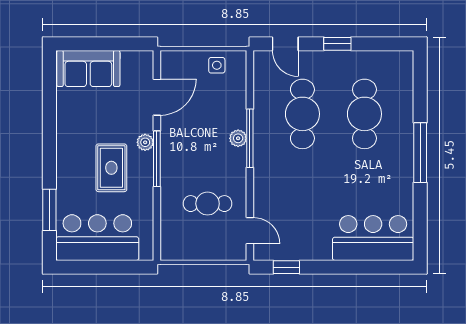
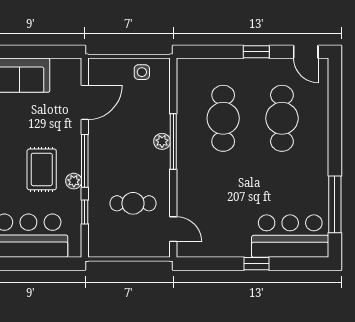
door: (285, 44) -> (306, 52), moved
plant: (145, 142) -> (74, 181), moved
window: (420, 153) -> (335, 204), moved
window: (157, 213) -> (85, 212), added
window: (286, 267) -> (257, 264), moved

